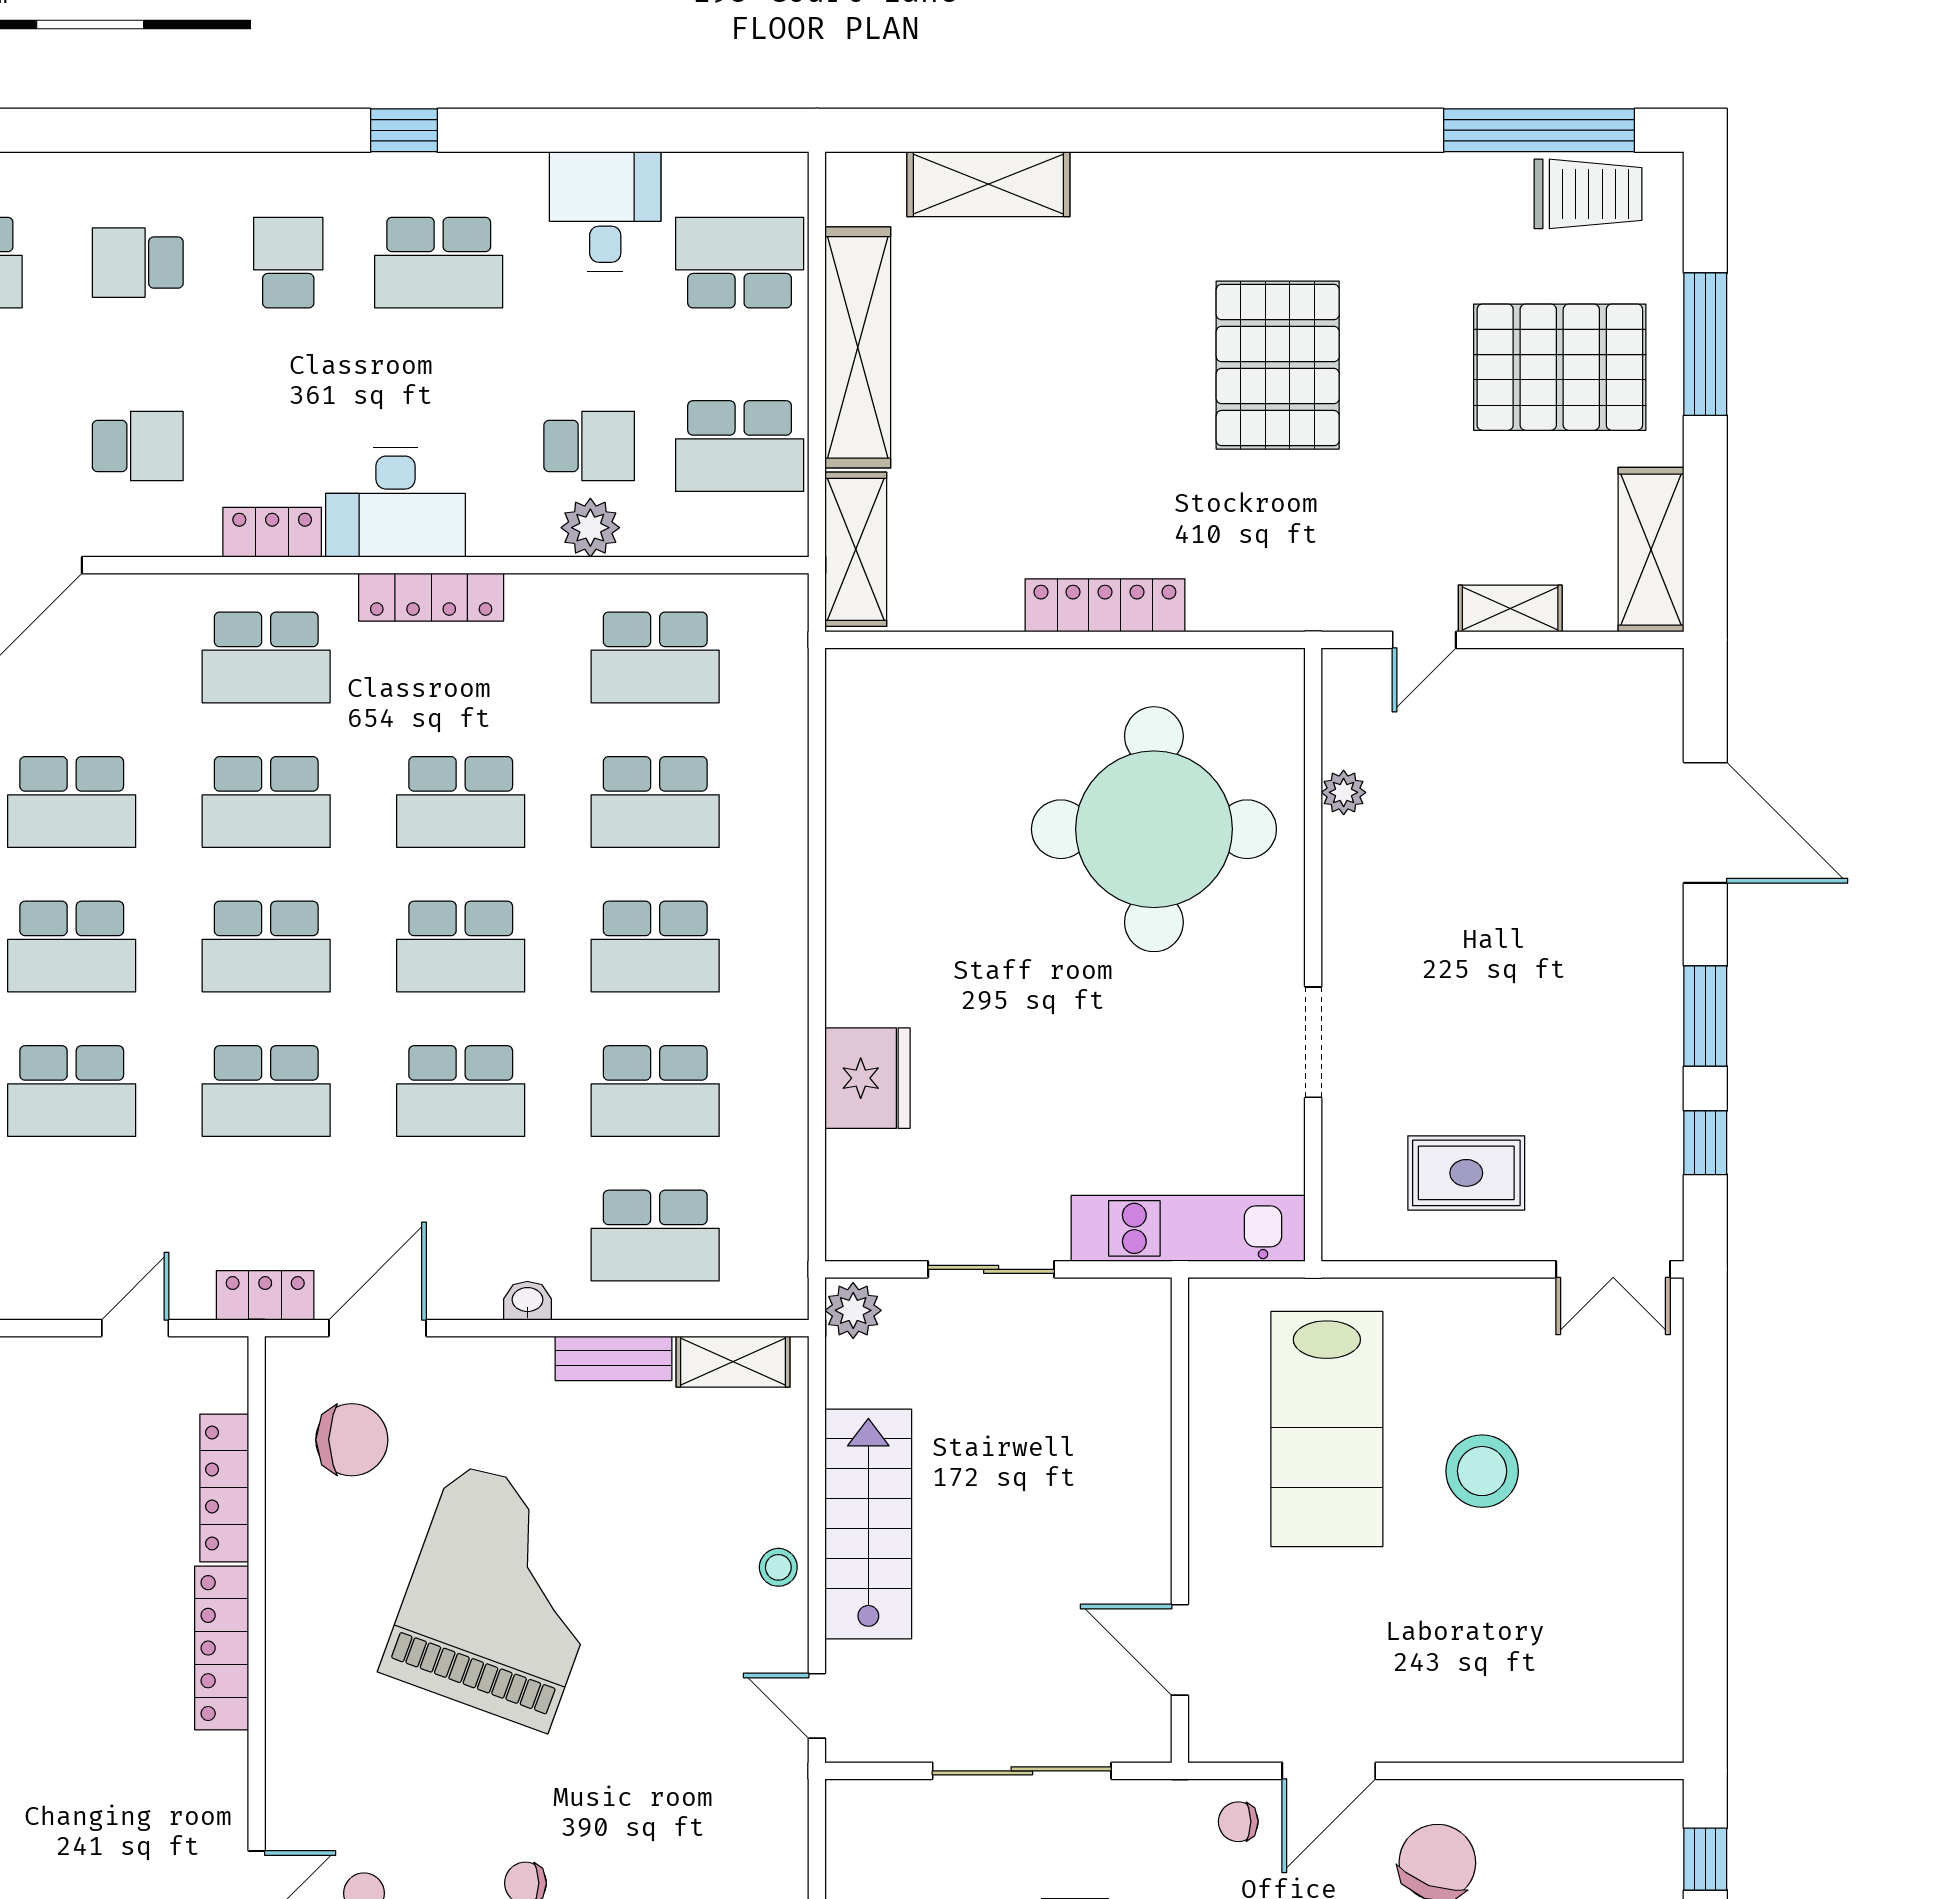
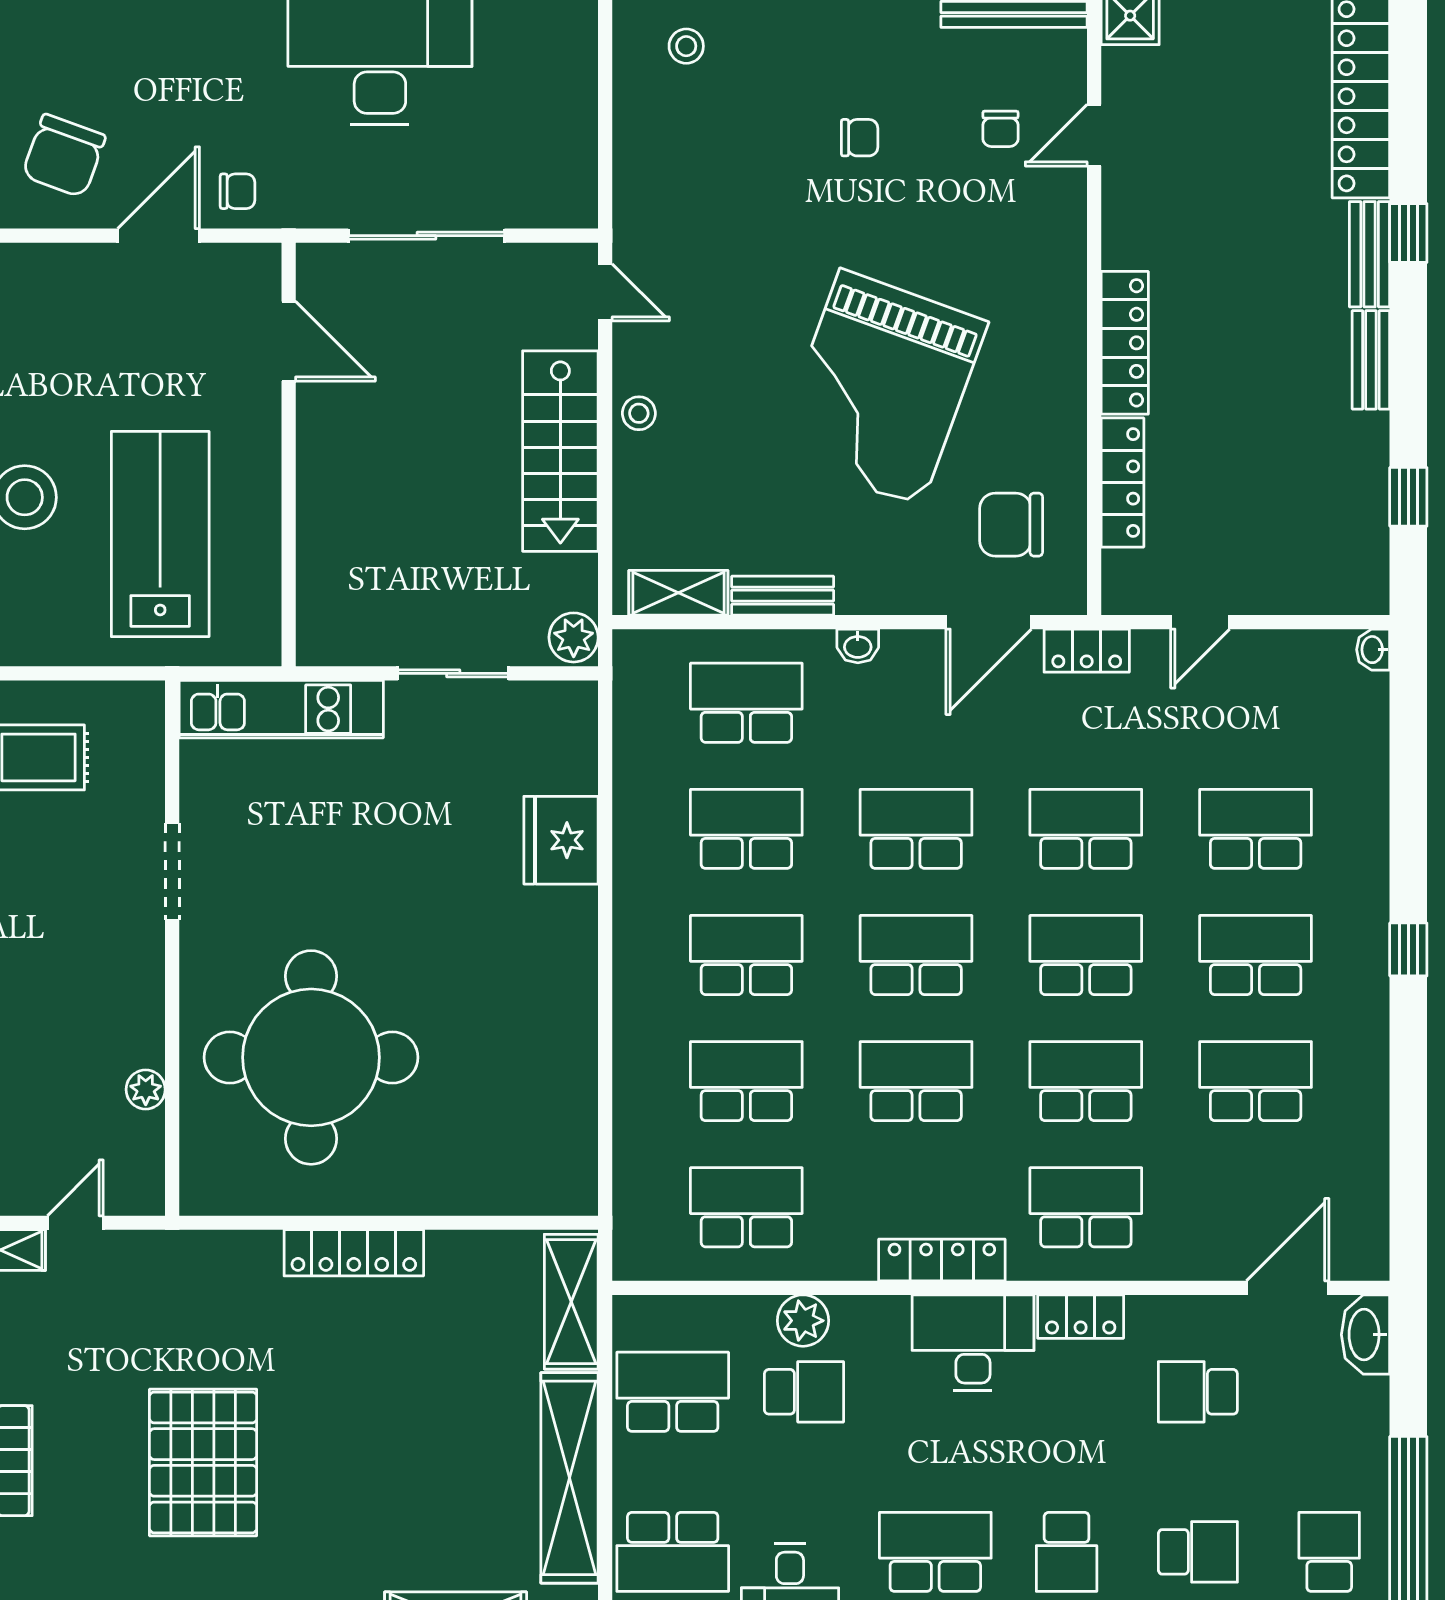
school desk: (589, 446) -> (804, 1392), turned 180

